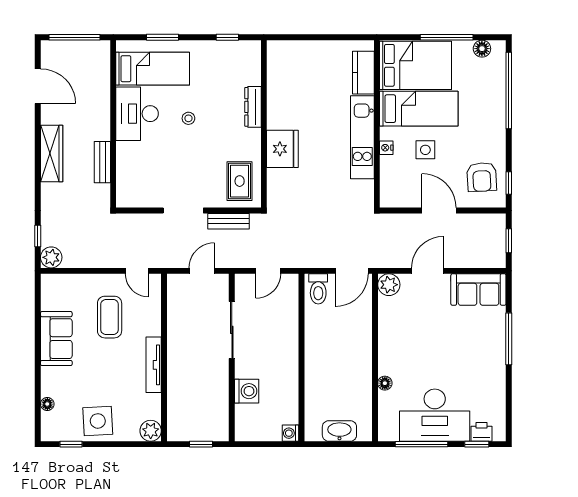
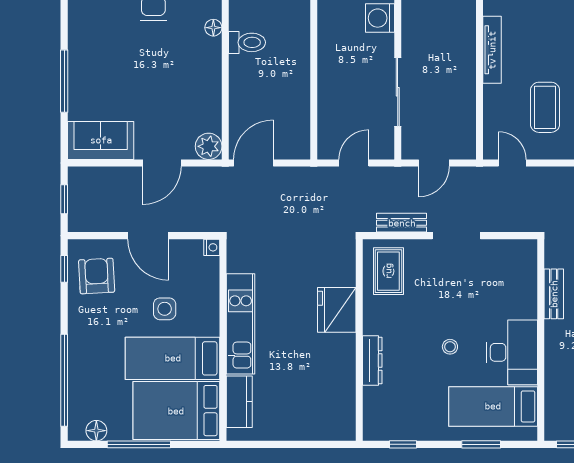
nightstand: (386, 148) -> (212, 247), moved
toilet: (318, 289) -> (247, 42), moved, turned 90

